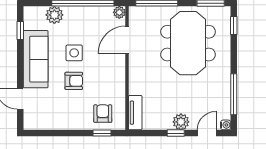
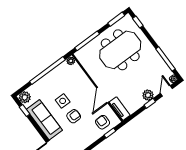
plant: (54, 15) -> (25, 97), moved
door: (127, 40) -> (103, 95), moved
meeting table: (188, 43) -> (120, 50), turned 90

